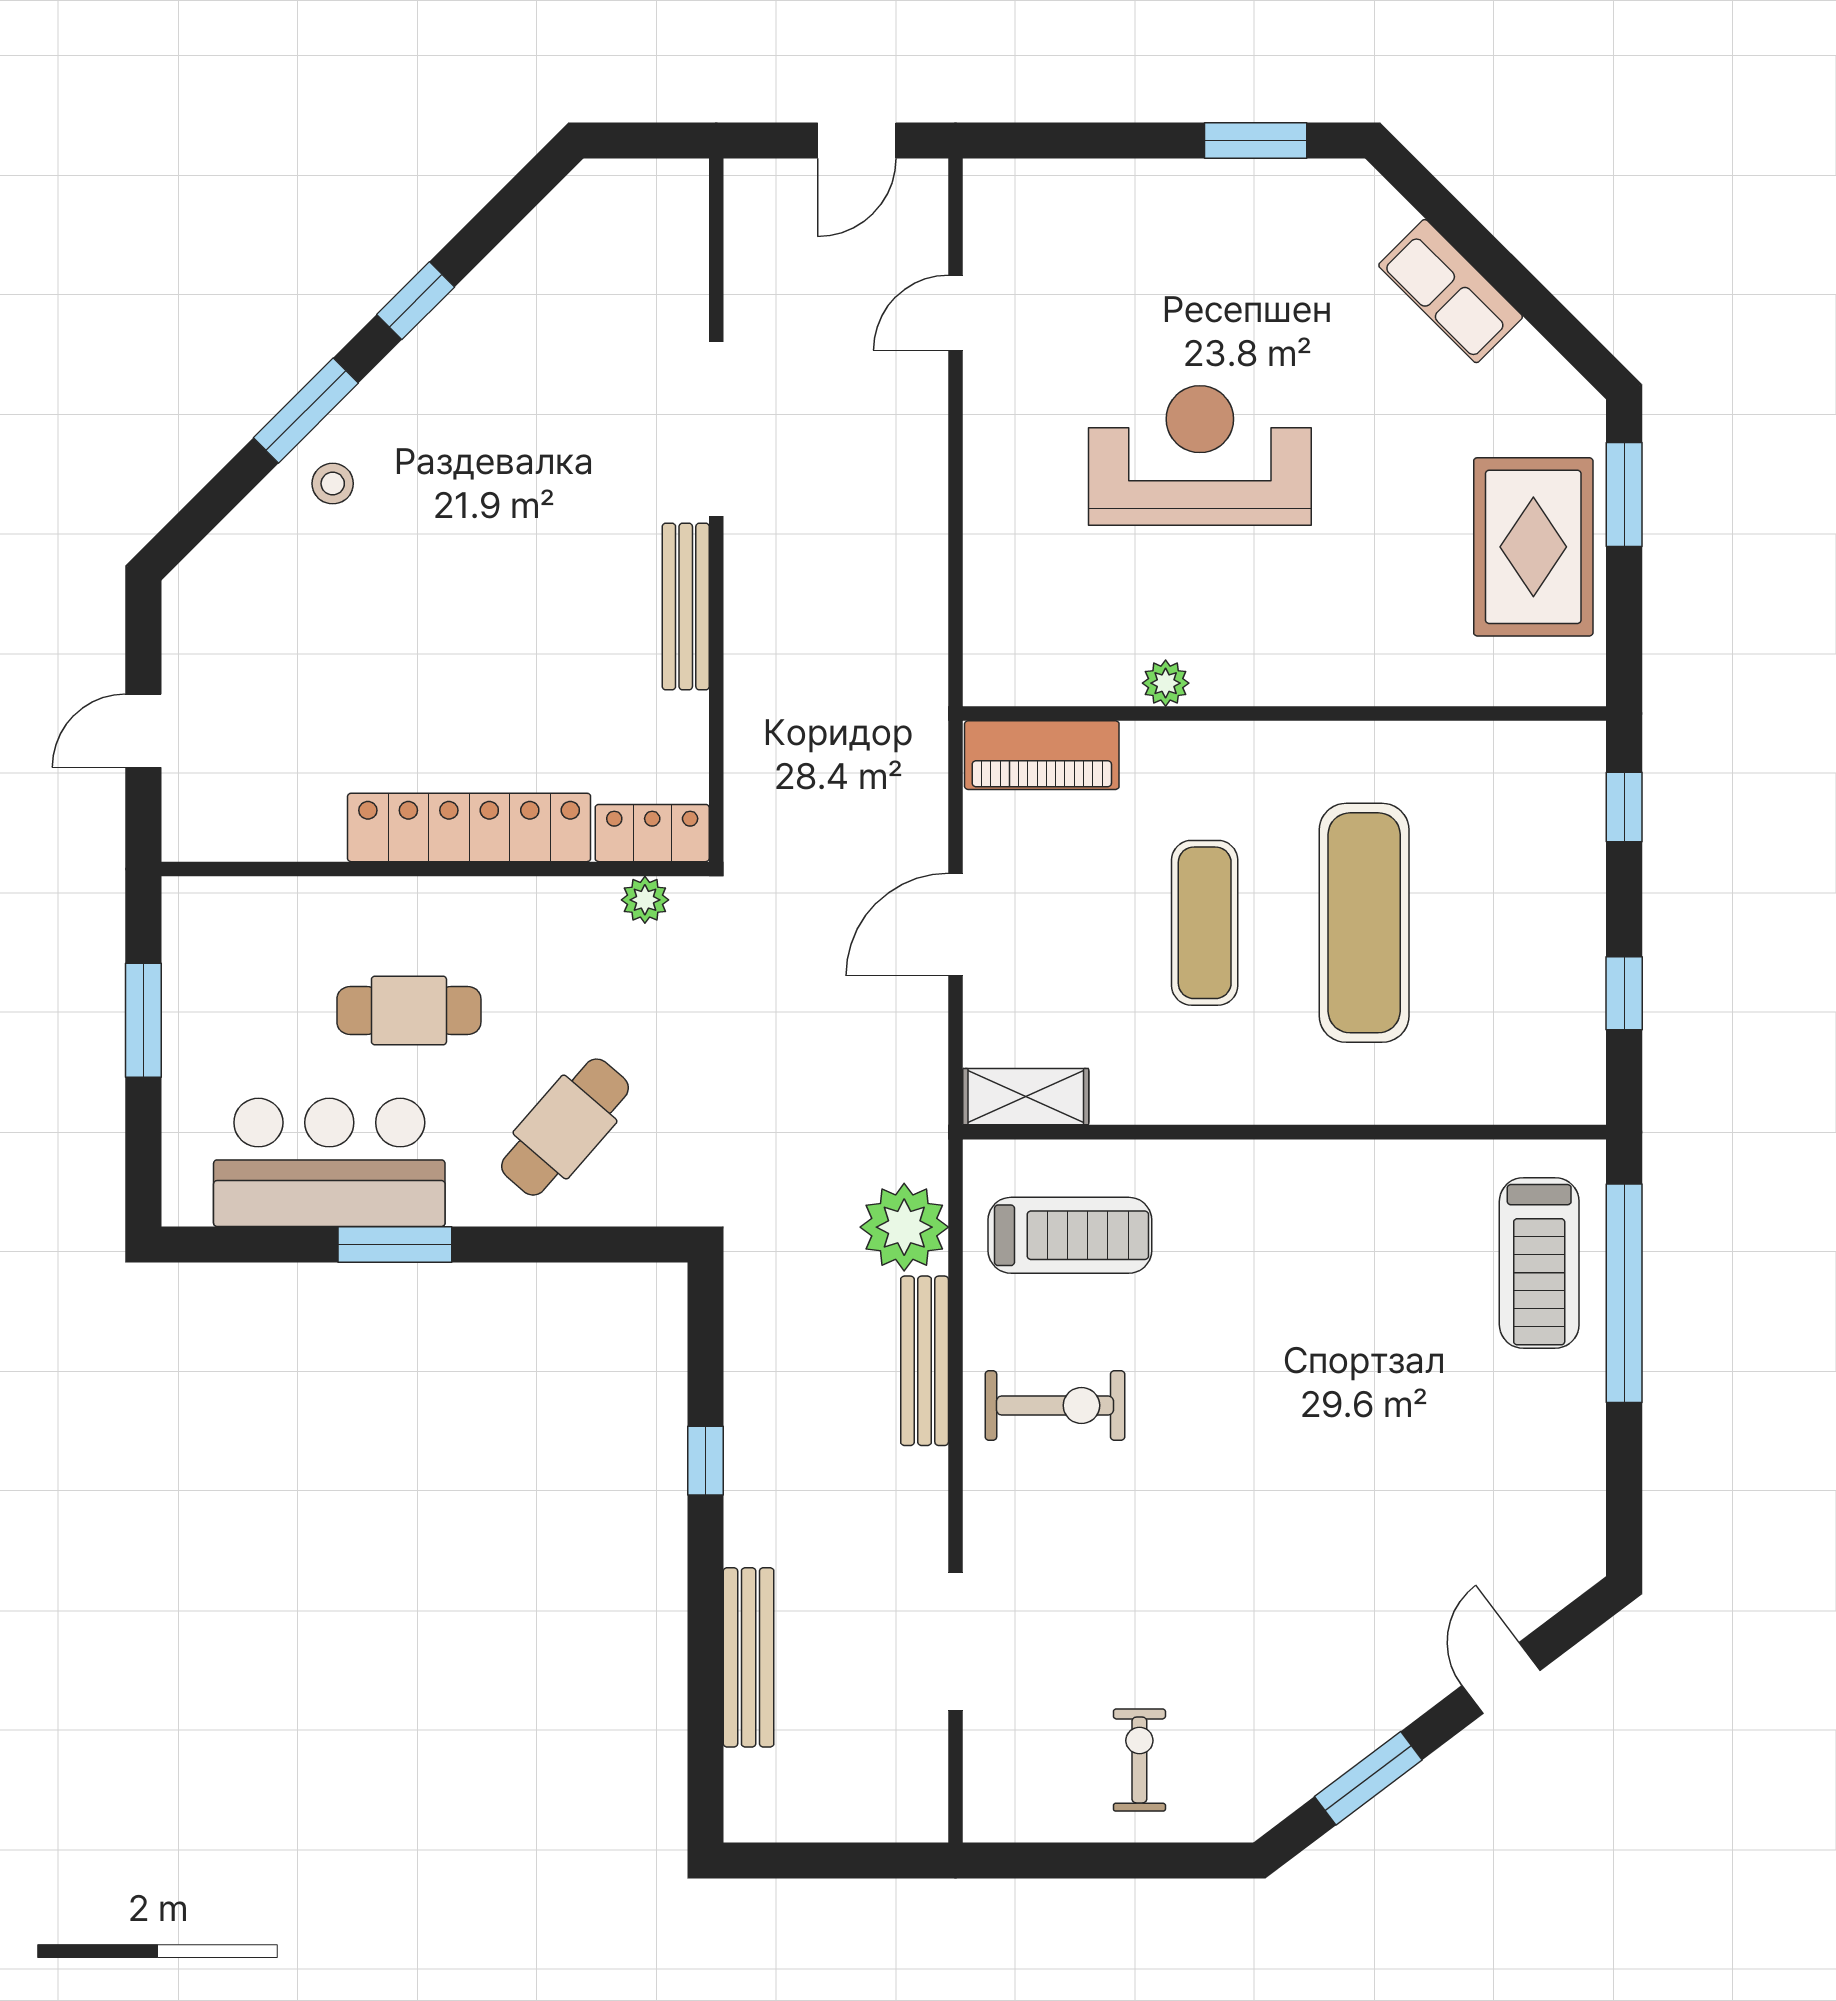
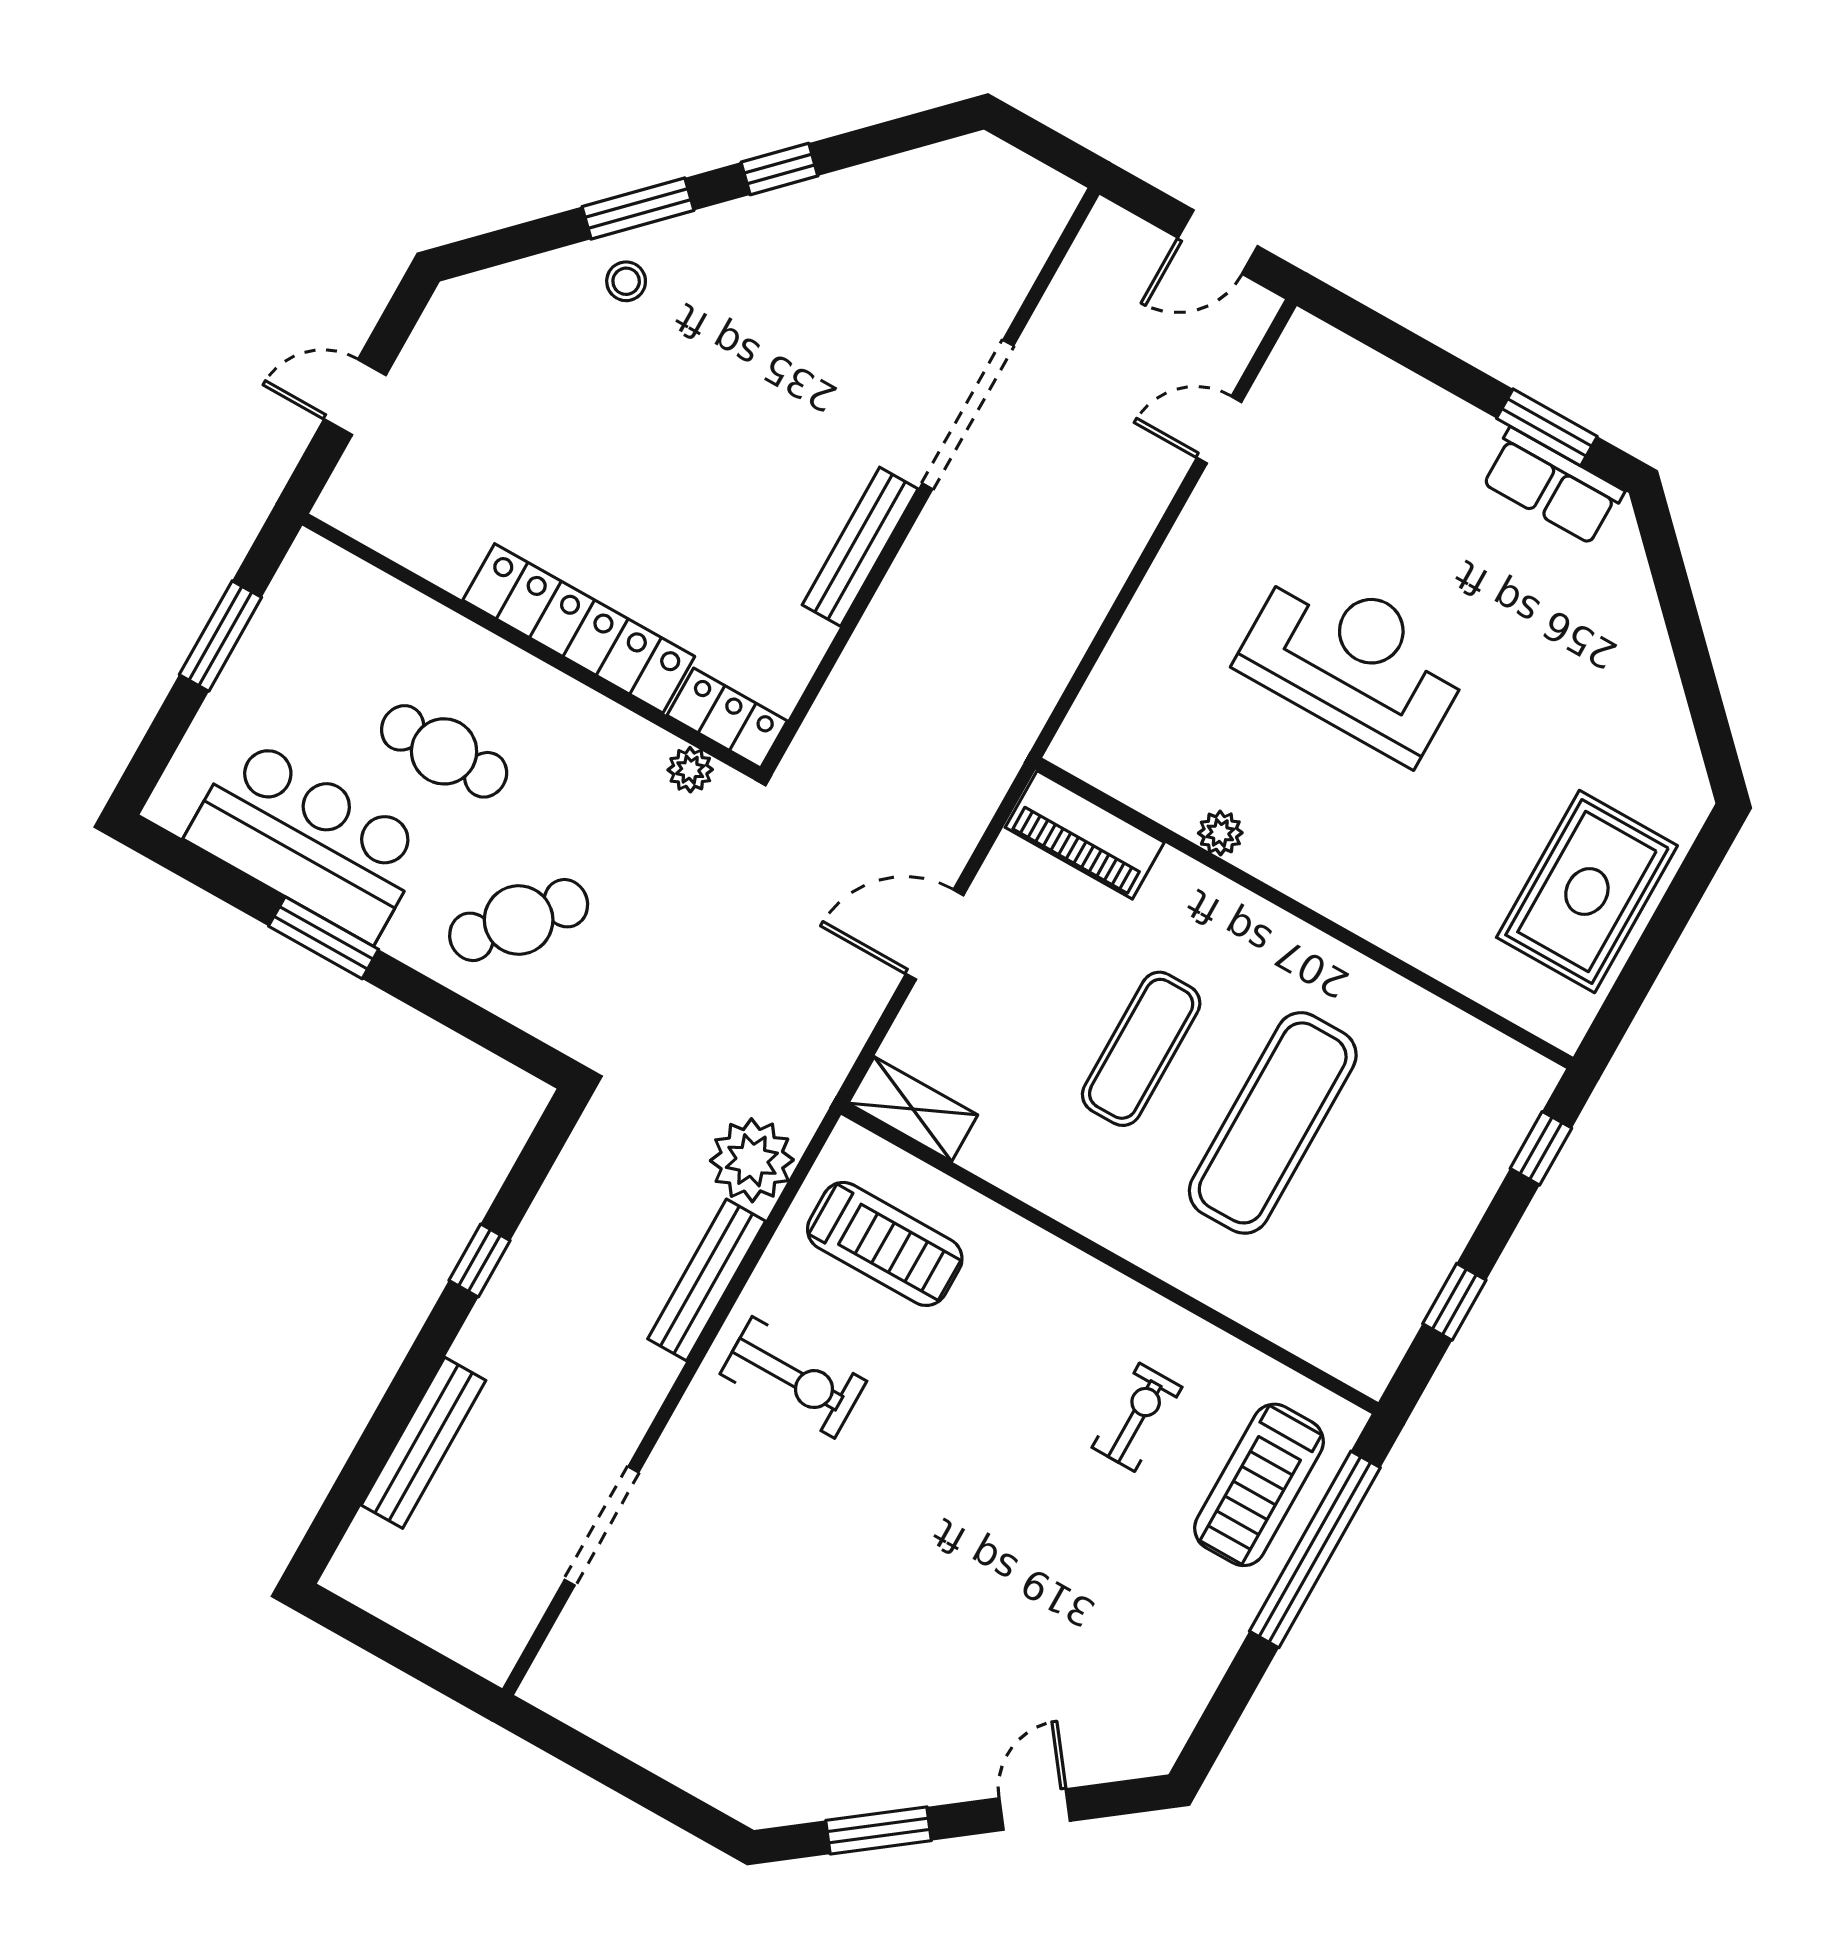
row of seats: (1451, 291) -> (1552, 486), moved, turned -45
window: (1624, 494) -> (1686, 890), removed
exercise bike: (1139, 1760) -> (1137, 1417), moved

